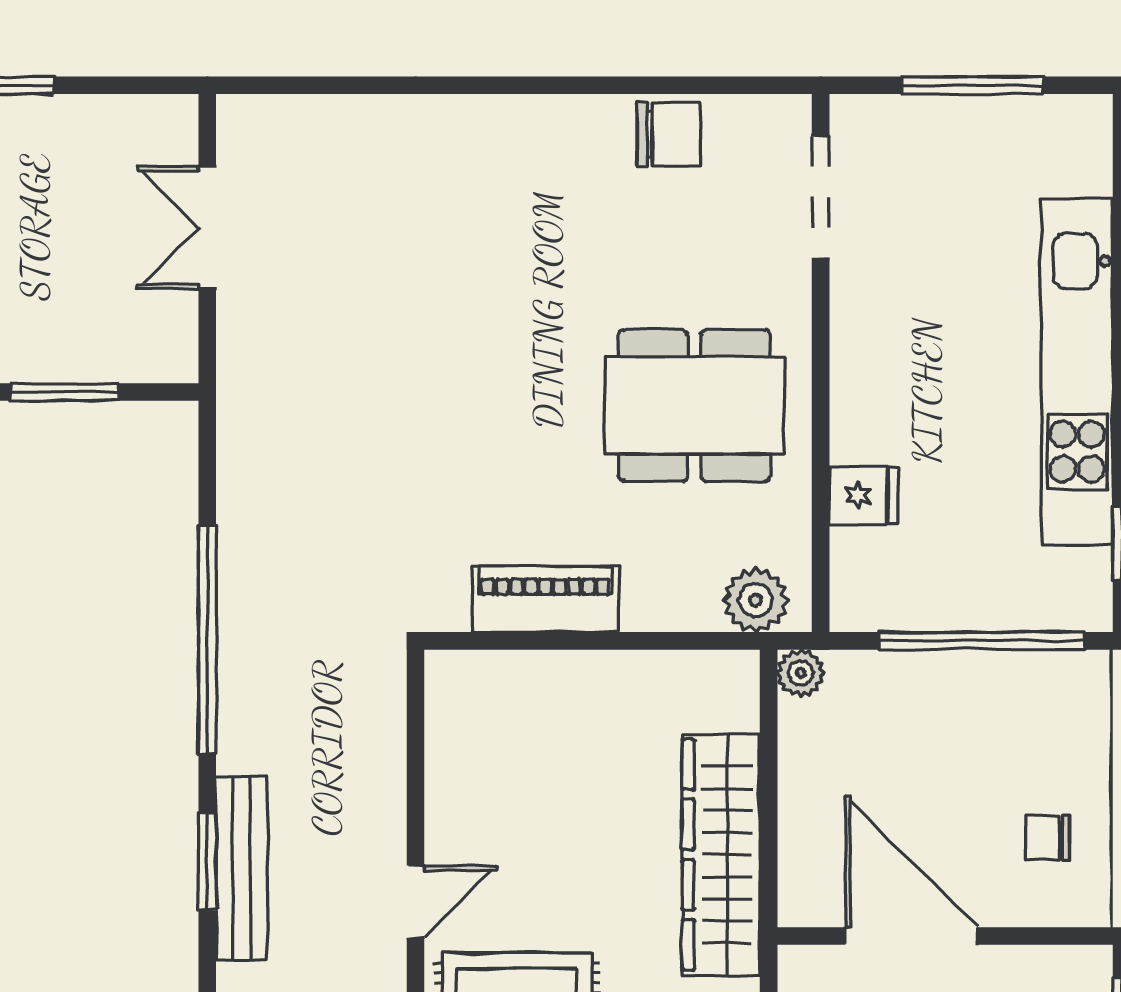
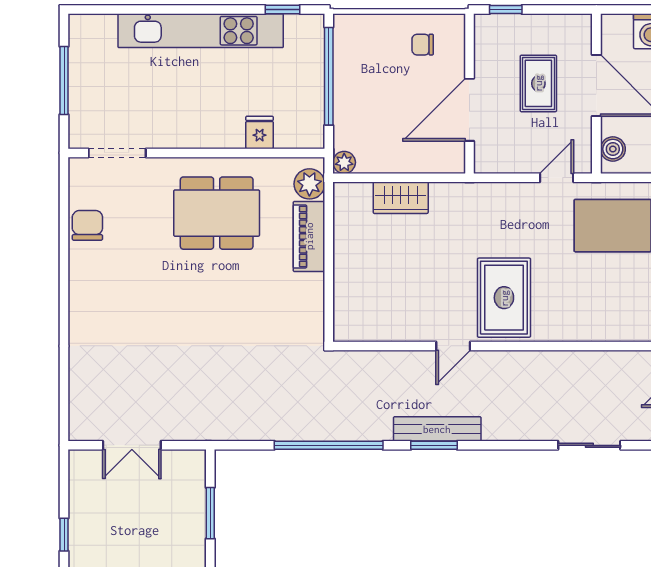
dining table: (694, 405) -> (217, 213), turned 90
piano: (545, 599) -> (309, 236), moved
chair: (1048, 838) -> (423, 45), turned 90
wardrobe: (721, 855) -> (401, 198), width x0.48, depth x0.85
door: (416, 902) -> (453, 346), swing flipped

